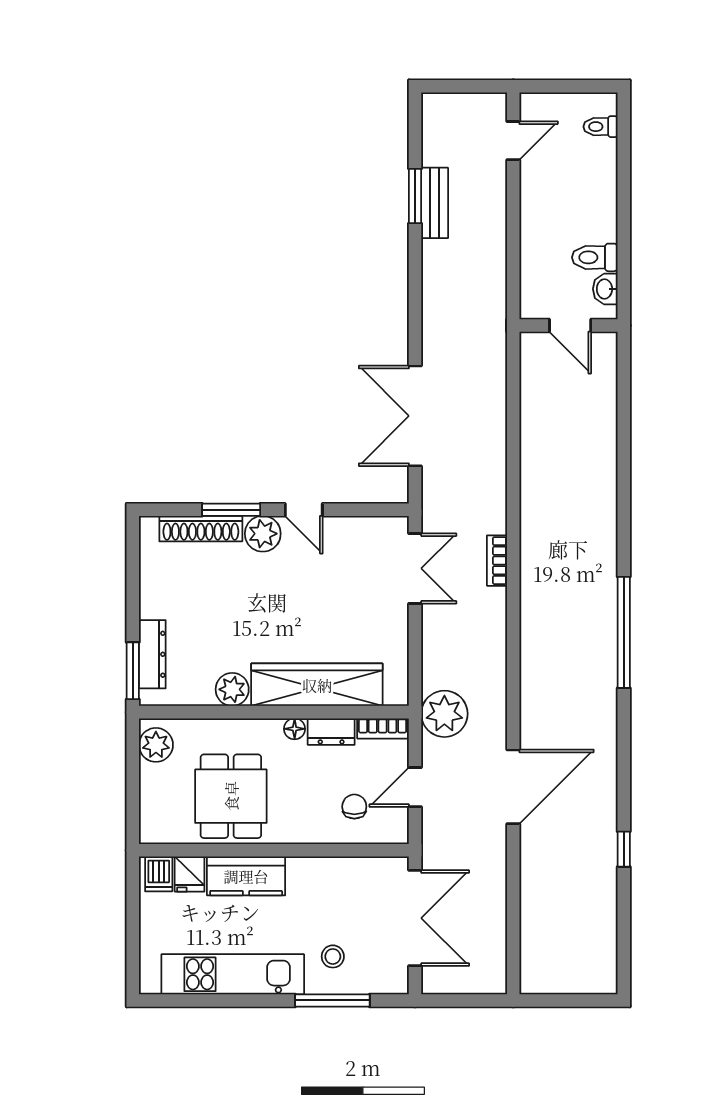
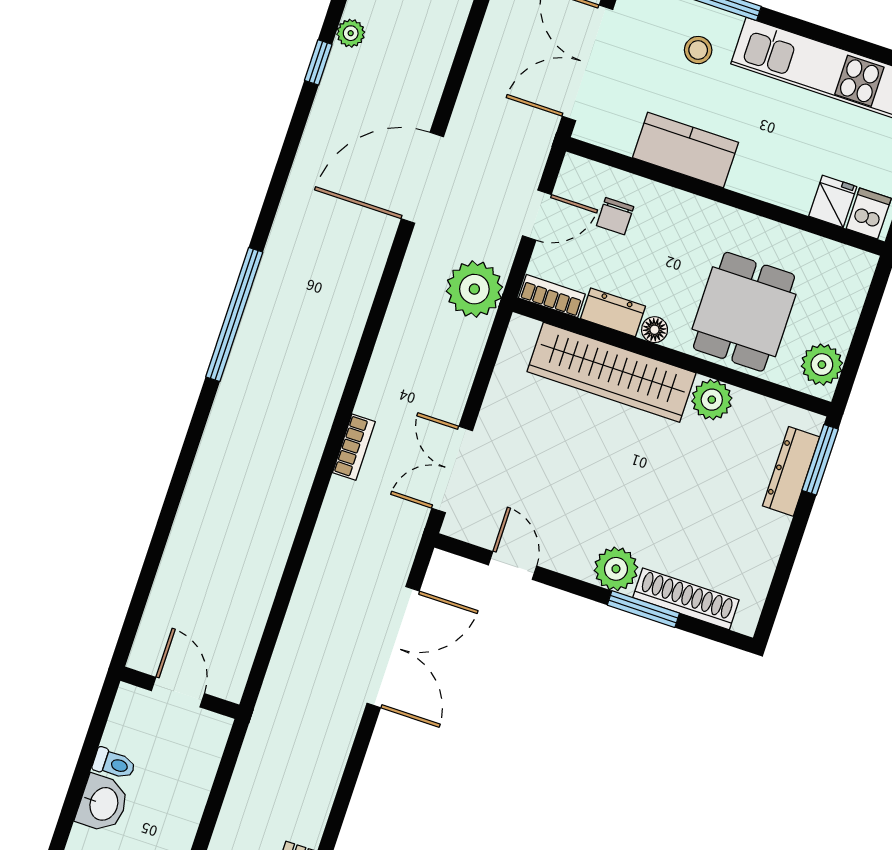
toilet: (595, 257) -> (114, 764), width x0.73, depth x0.72
washbasin: (605, 289) -> (103, 804), moved, width x1.38, depth x1.45
door: (304, 510) -> (512, 566), moved
dining table: (231, 796) -> (744, 312), moved
kitchen counter: (246, 876) -> (686, 150), moved
plant: (606, 880) -> (351, 33), added

